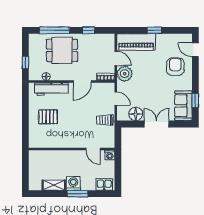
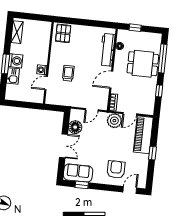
dining table: (62, 50) -> (143, 64), turned 90
armchair: (175, 67) -> (116, 169), turned -90
door: (82, 82) -> (111, 80), hinge flipped
pallet: (48, 117) -> (63, 33), moved
trolley: (105, 120) -> (68, 73), moved
washing machine: (110, 155) -> (42, 70), moved
kitchen sink: (104, 184) -> (13, 76), moved
shelving: (54, 185) -> (17, 32), moved

